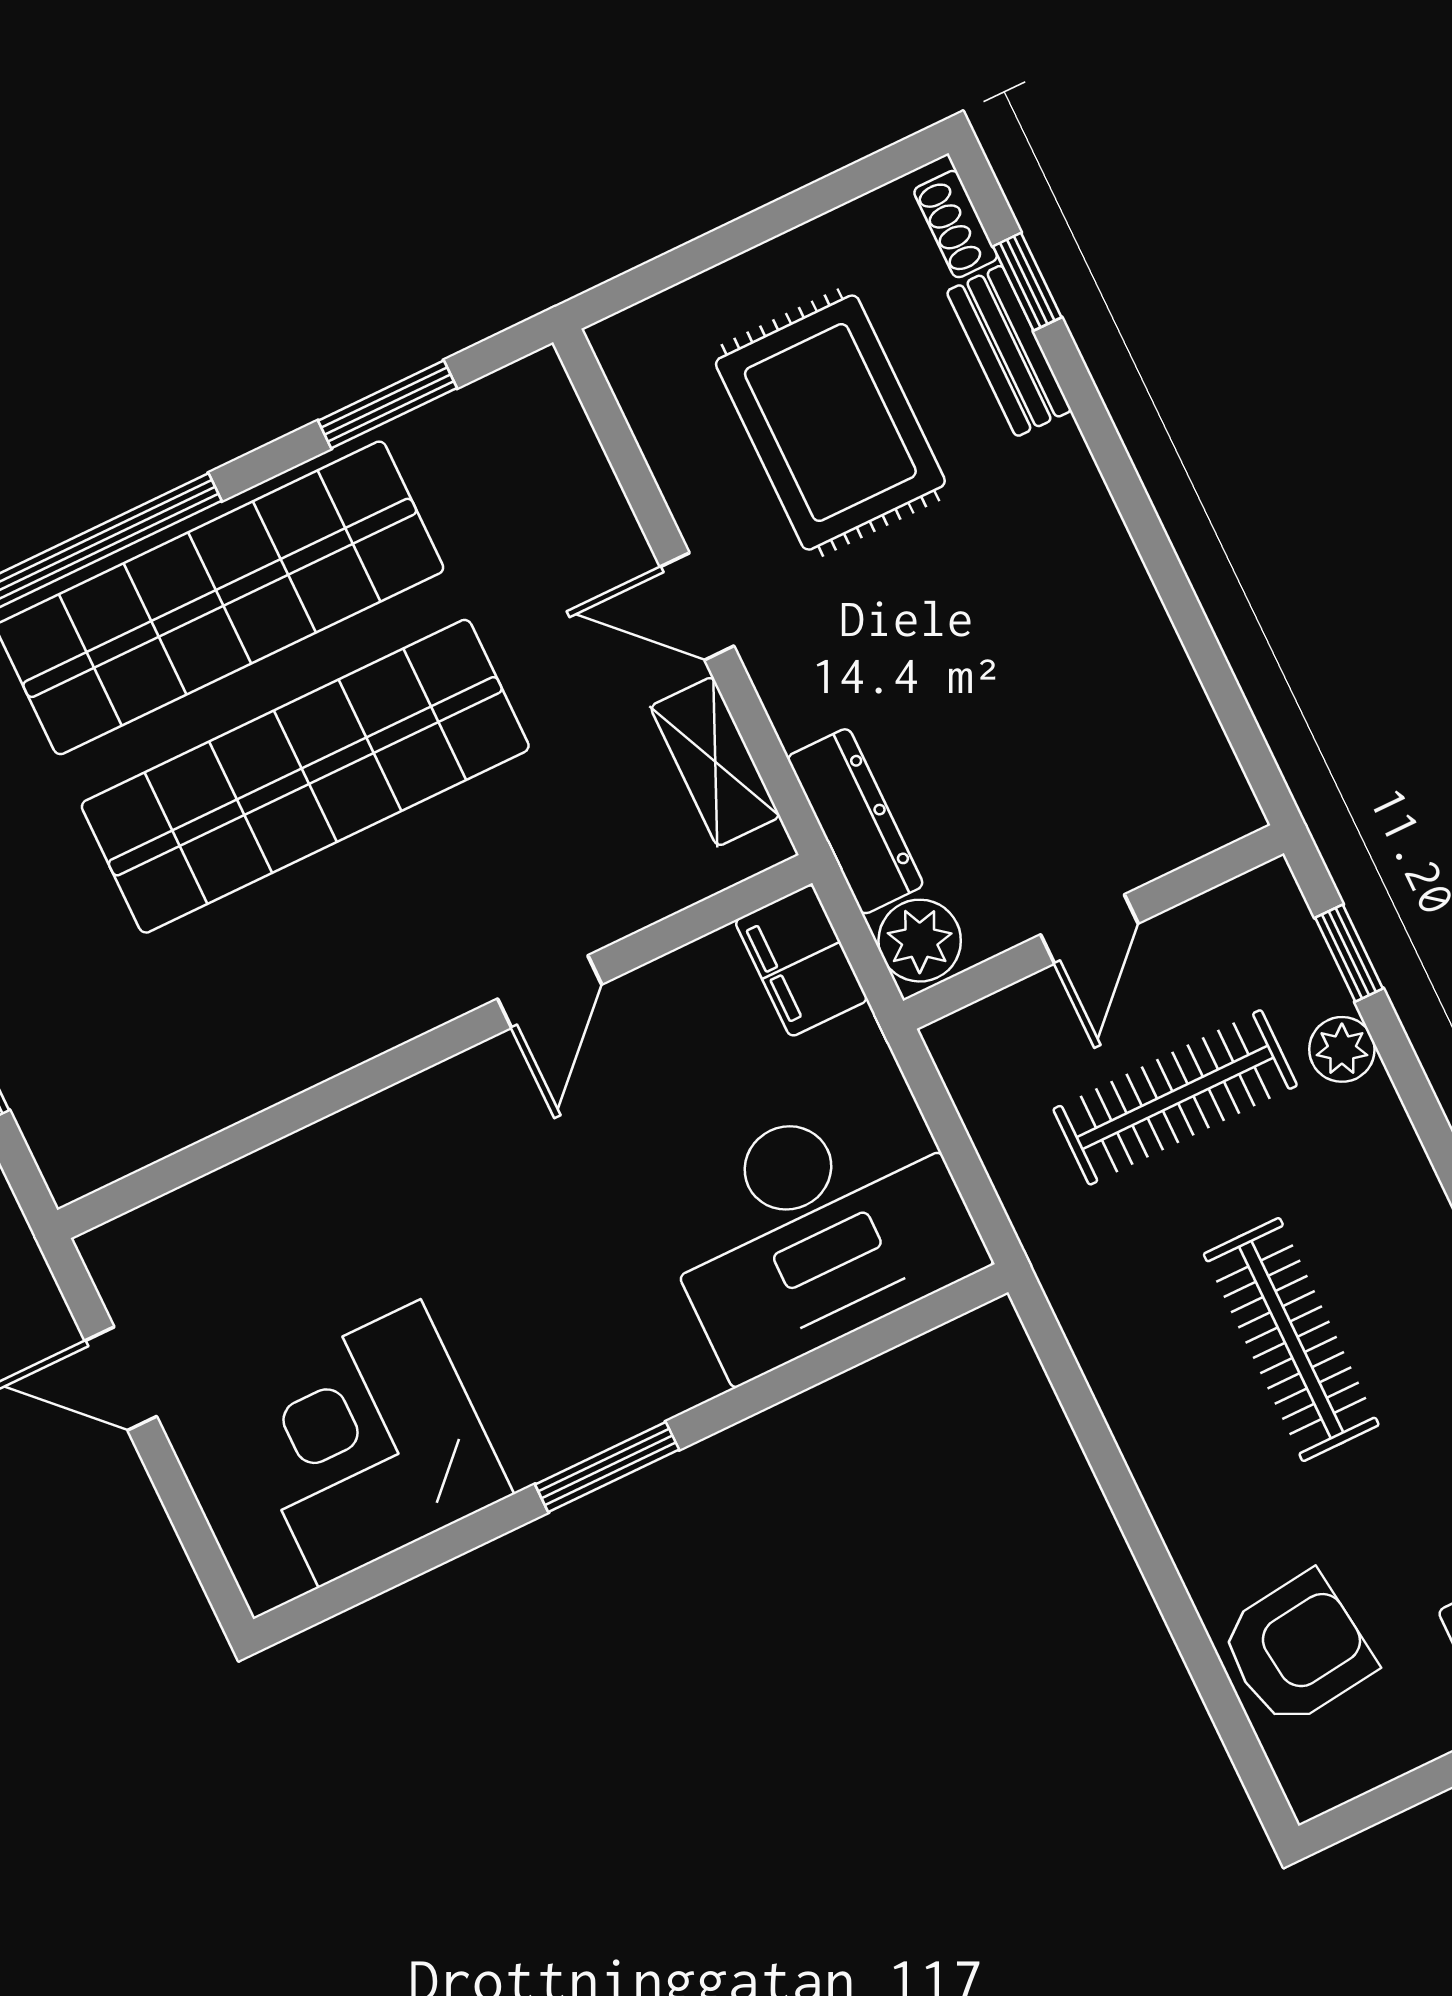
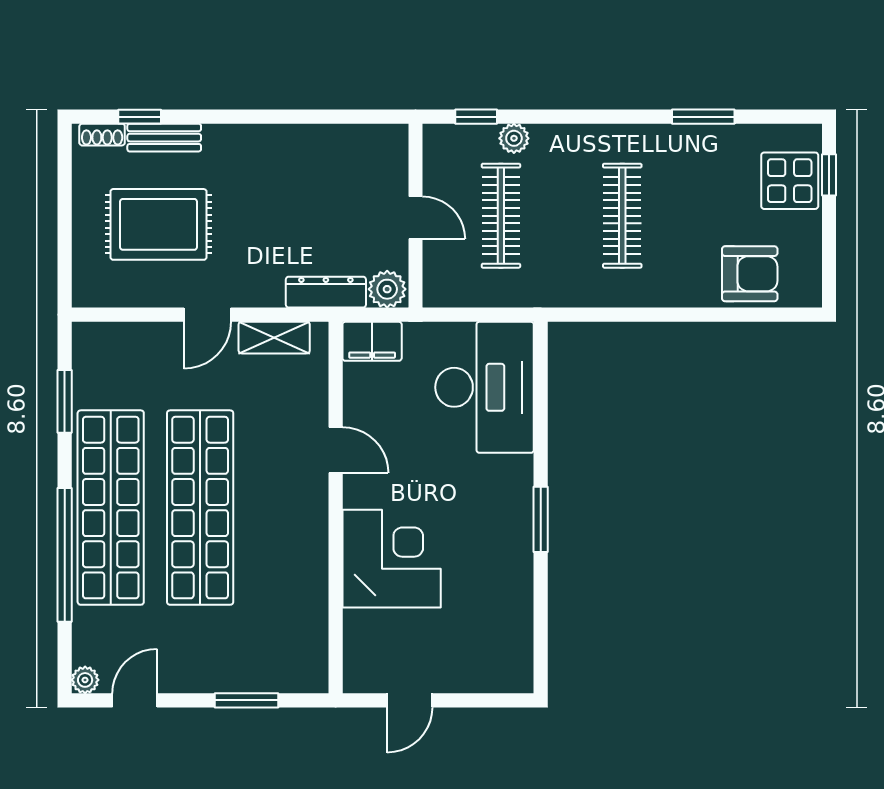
clothes rail: (1291, 1340) -> (622, 216), turned 90
corner desk: (370, 1443) -> (392, 559), moved, turned 180
armchair: (1297, 1649) -> (750, 274), turned 97

